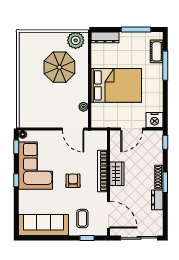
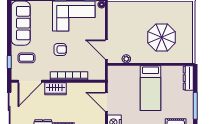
plant: (76, 40) -> (186, 52), removed
bed: (116, 85) -> (151, 88), width x0.67
door: (73, 129) -> (106, 50), hinge flipped
wardrobe: (117, 174) -> (55, 89), moved

